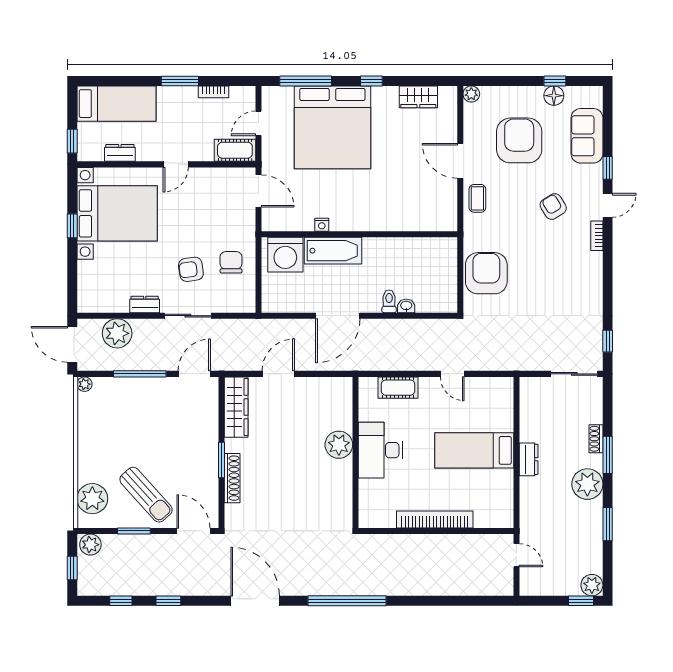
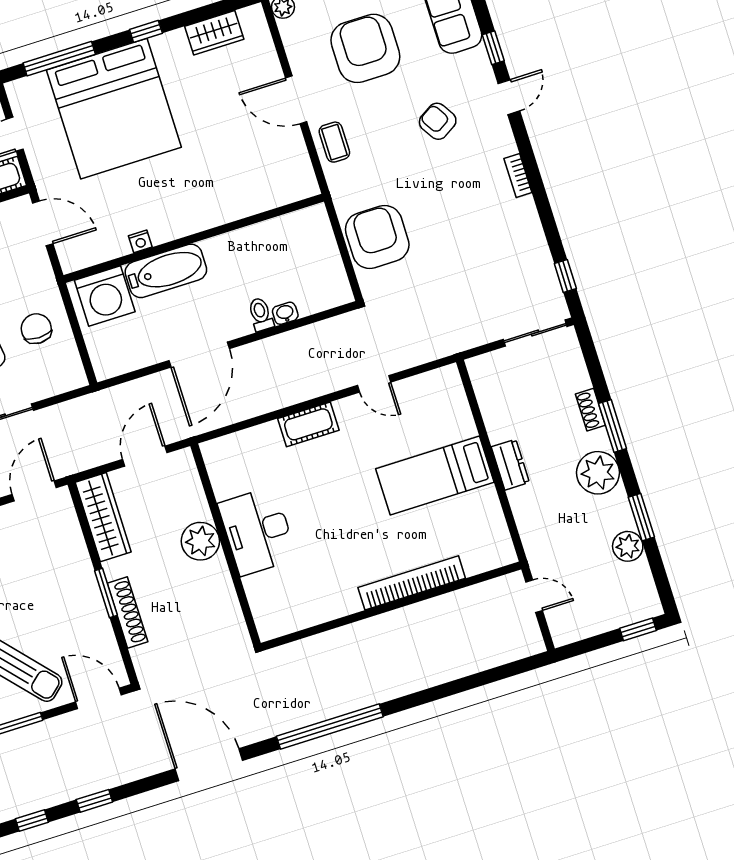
bookcase: (597, 236) -> (518, 176), moved
plant: (339, 445) -> (200, 541), moved
desk: (380, 450) -> (257, 531), moved
wall: (355, 452) -> (226, 544), moved
plant: (592, 585) -> (628, 546), moved

